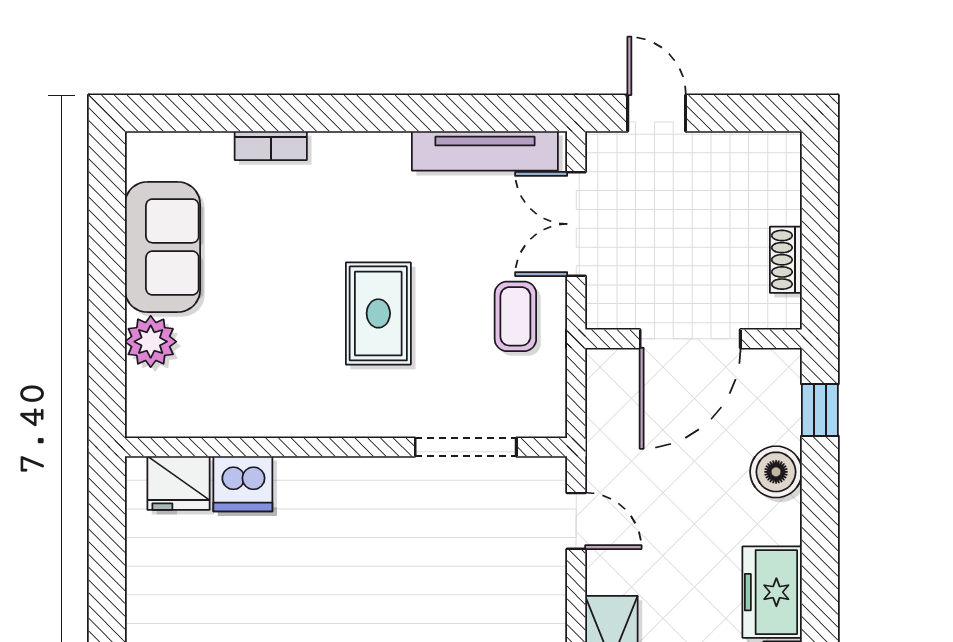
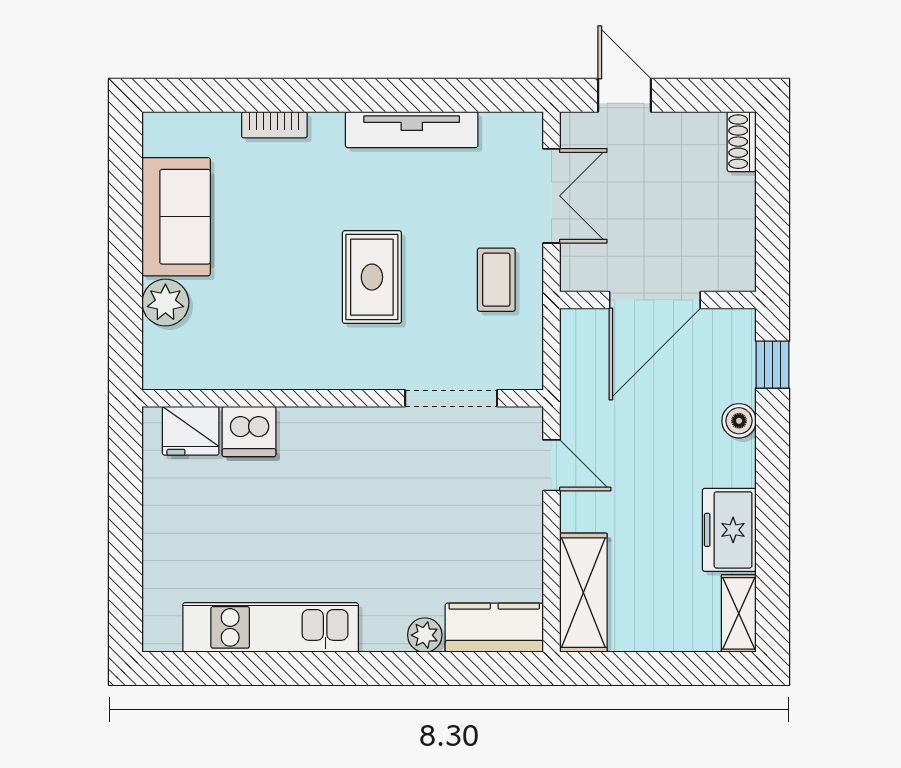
tv unit: (485, 151) -> (412, 130), moved
double door: (576, 224) -> (551, 196), swing flipped
shoe rack: (786, 260) -> (742, 142), moved
boiler: (776, 472) -> (739, 421), width x0.73, depth x0.73

